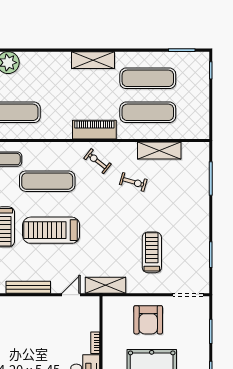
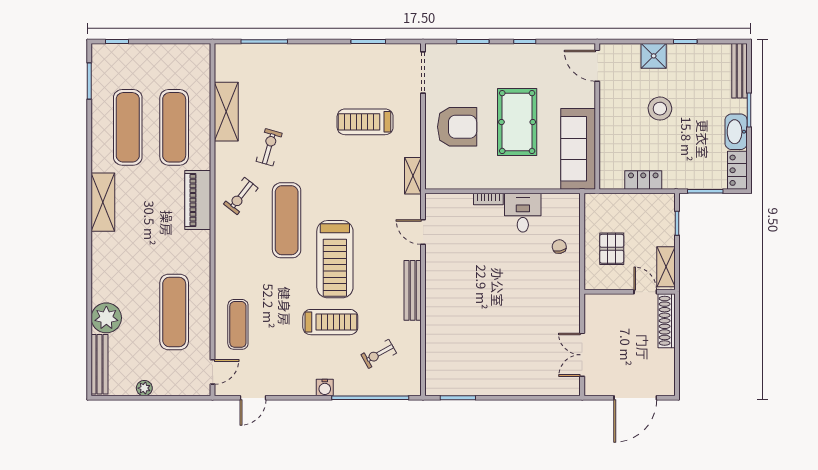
exercise mat: (47, 181) -> (287, 220), moved
shelving: (106, 285) -> (413, 176), width x0.67, depth x0.75

